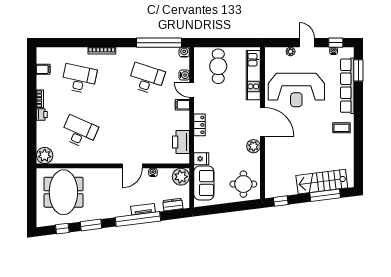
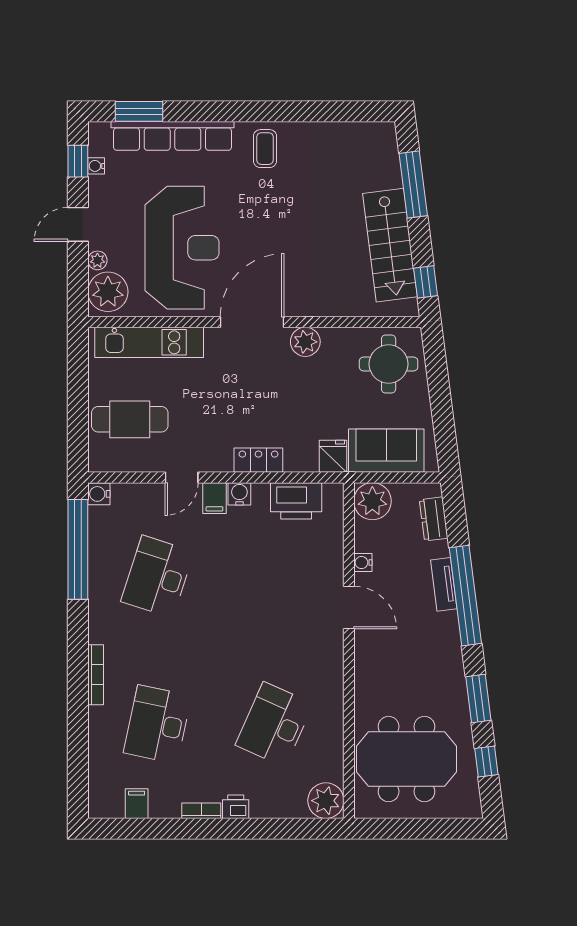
plant: (276, 56) -> (108, 292), added
water cooler: (184, 75) -> (239, 494), moved
stairs: (322, 182) -> (390, 245), moved

